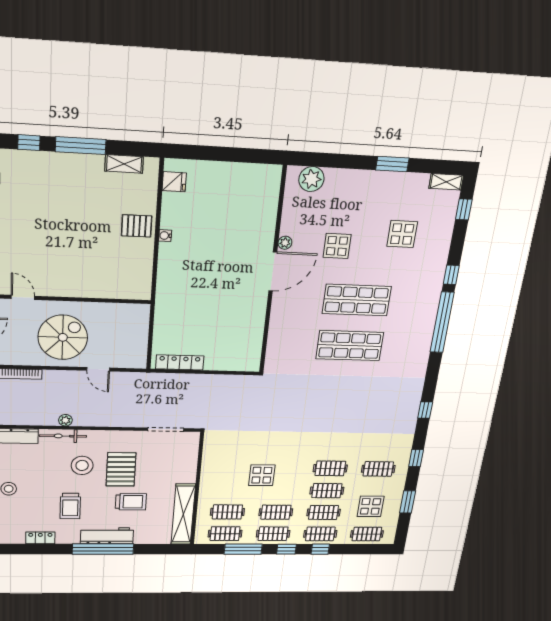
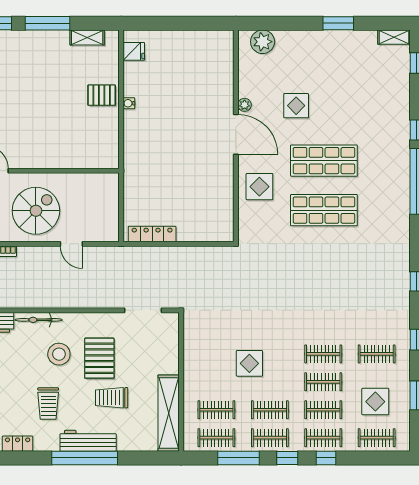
display table: (402, 234) -> (259, 187), moved
door: (273, 271) -> (236, 134), hinge flipped
plant: (65, 420) -> (41, 302), removed
trolley: (131, 502) -> (112, 398), turned 180

